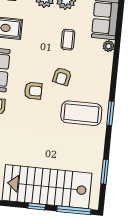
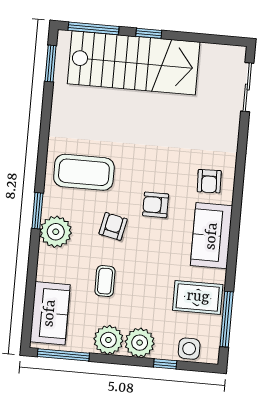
plant: (109, 46) -> (56, 232), moved, width x1.88, depth x1.88
window: (110, 113) -> (37, 211), moved
window: (105, 172) -> (51, 63), moved

